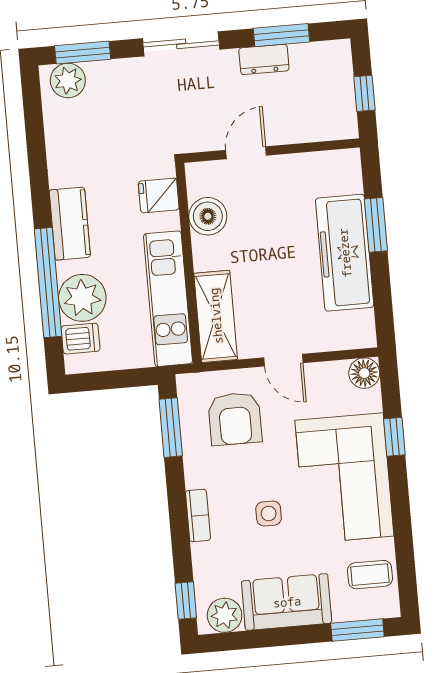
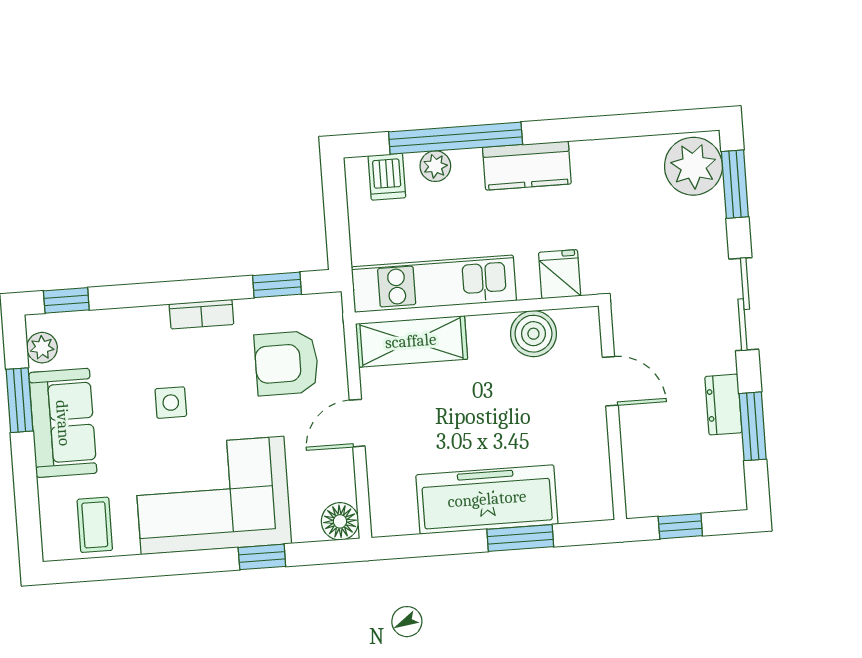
plant: (68, 80) -> (693, 166), width x1.36, depth x1.36
plant: (82, 298) -> (435, 166), width x0.53, depth x0.53
window: (171, 428) -> (277, 285), width x0.67
bookcase: (198, 515) -> (201, 314), moved
plant: (225, 615) -> (42, 348), width x0.73, depth x0.73
window: (357, 630) -> (19, 400), moved

